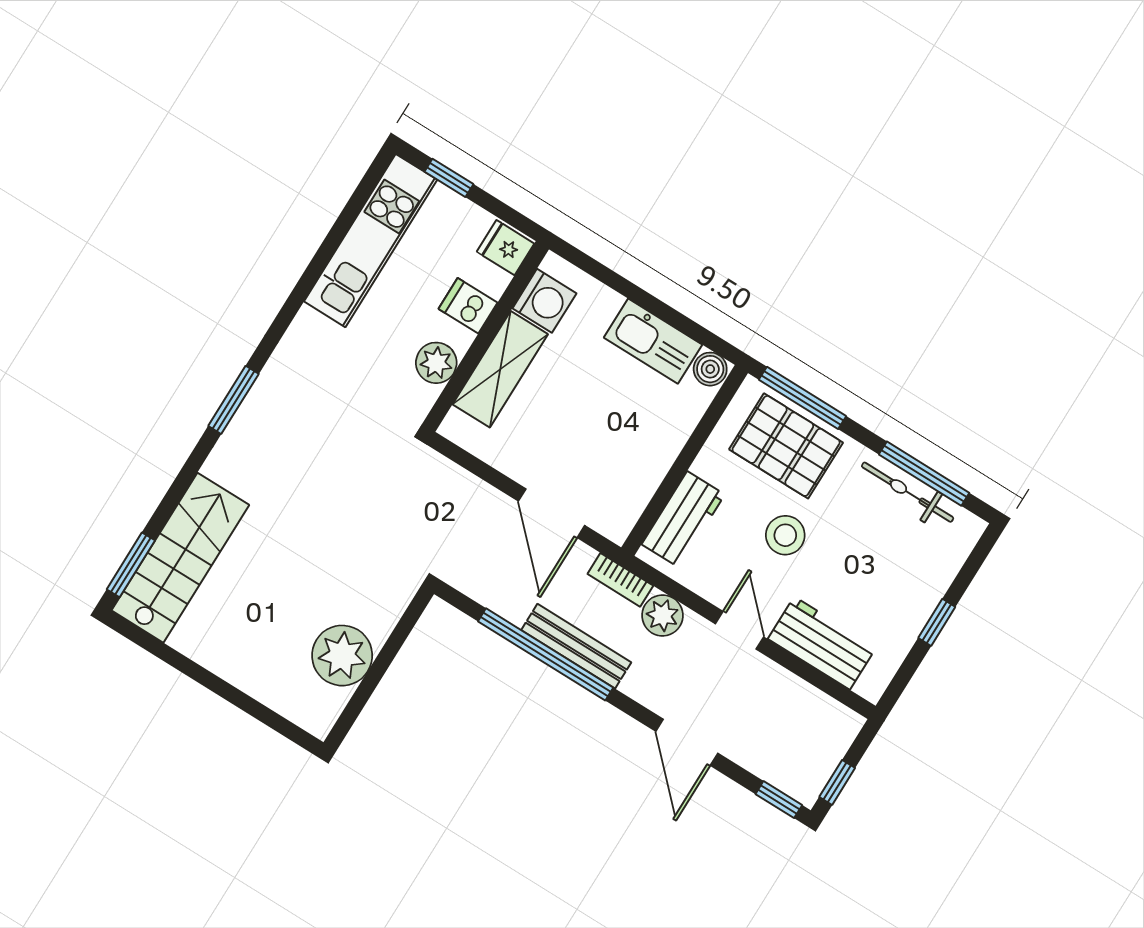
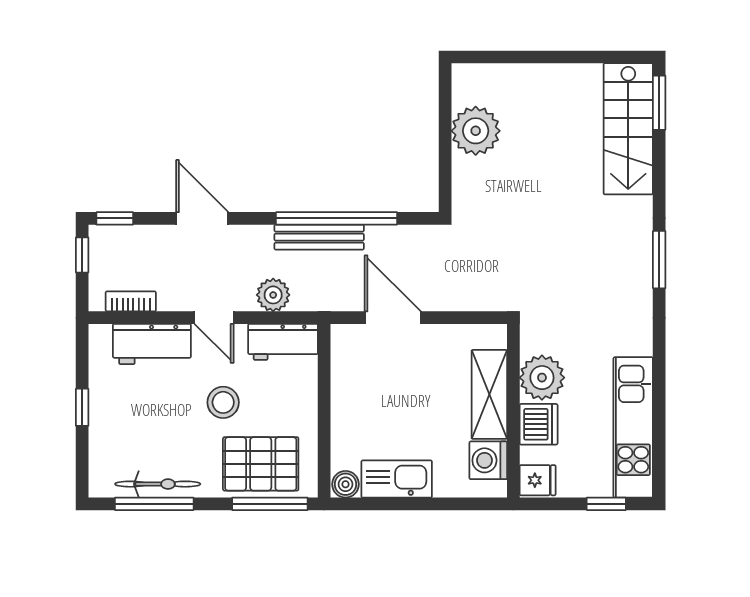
dishwasher: (468, 306) -> (539, 424), width x1.38
plant: (436, 363) -> (542, 378), width x1.36, depth x1.36
workbench: (683, 519) -> (283, 342), moved, turned -90
bookcase: (620, 580) -> (131, 301), moved

